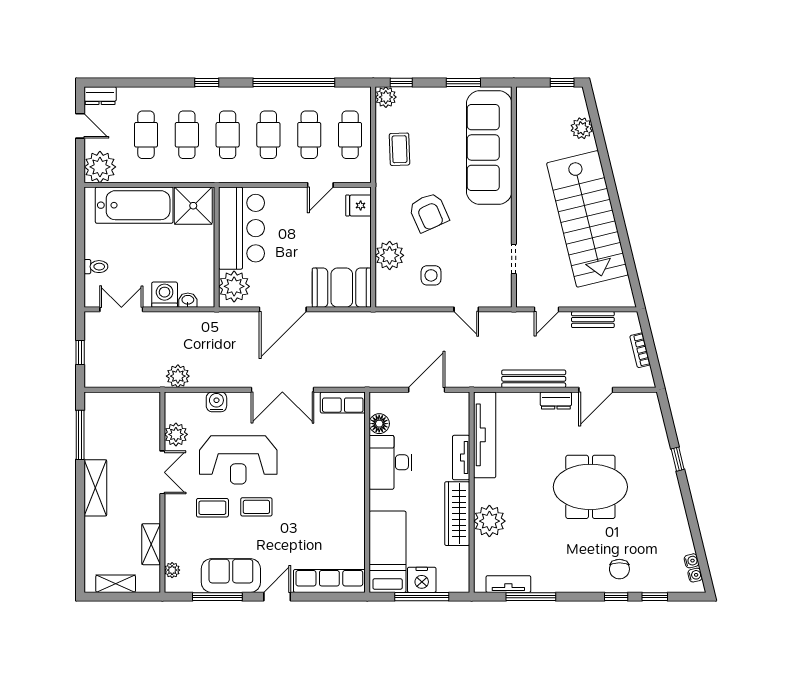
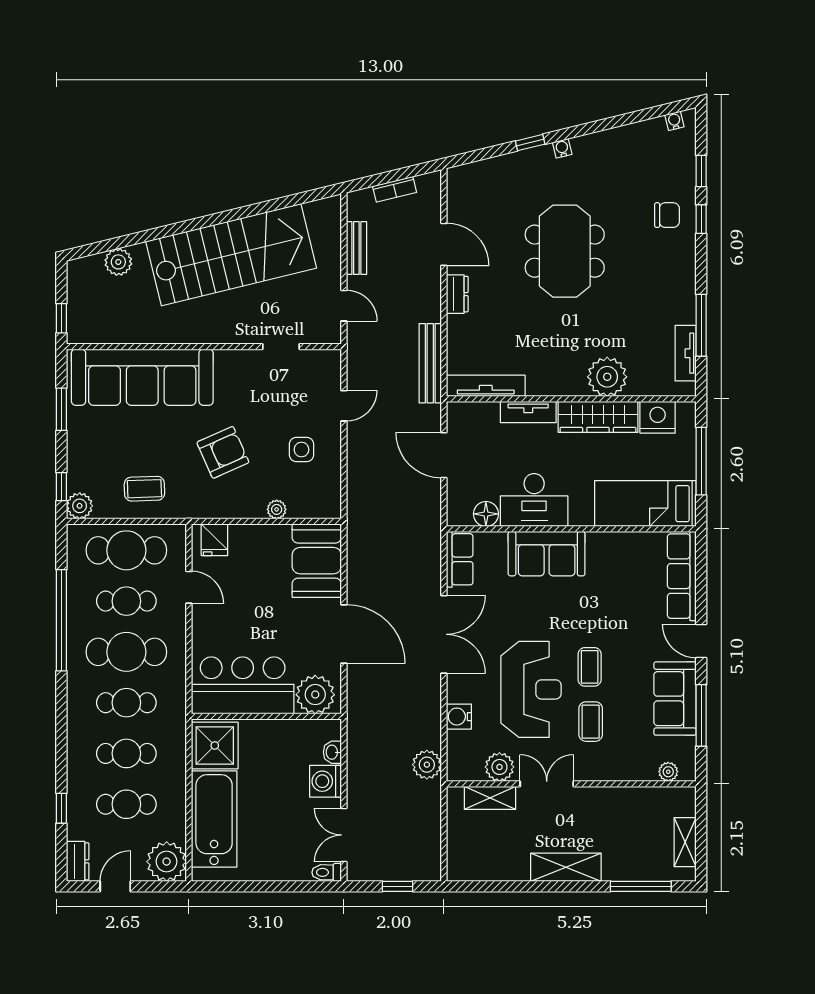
window: (207, 83) -> (61, 808), moved
window: (562, 83) -> (61, 318), moved
cafe table: (268, 135) -> (126, 652), width x1.37, depth x1.35
cafe table: (350, 135) -> (126, 550), width x1.37, depth x1.35
plant: (390, 255) -> (277, 509), width x0.53, depth x0.53
toilet: (96, 267) -> (327, 872), moved, turned -90
bench: (534, 379) -> (430, 363), moved
window: (80, 435) -> (641, 886), moved
tv unit: (485, 435) -> (486, 386), width x0.73, depth x0.78
sofa: (347, 472) -> (547, 554), added
shelving: (151, 544) -> (490, 798), moved
water cooler: (692, 561) -> (562, 148), moved
nightstand: (422, 580) -> (658, 417), moved, turned -90

